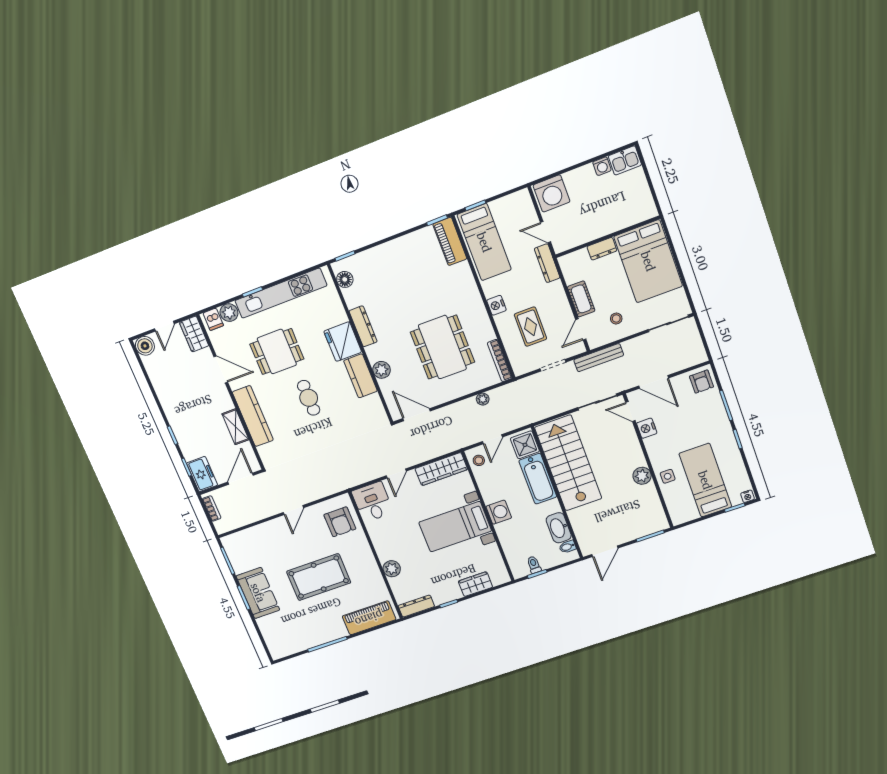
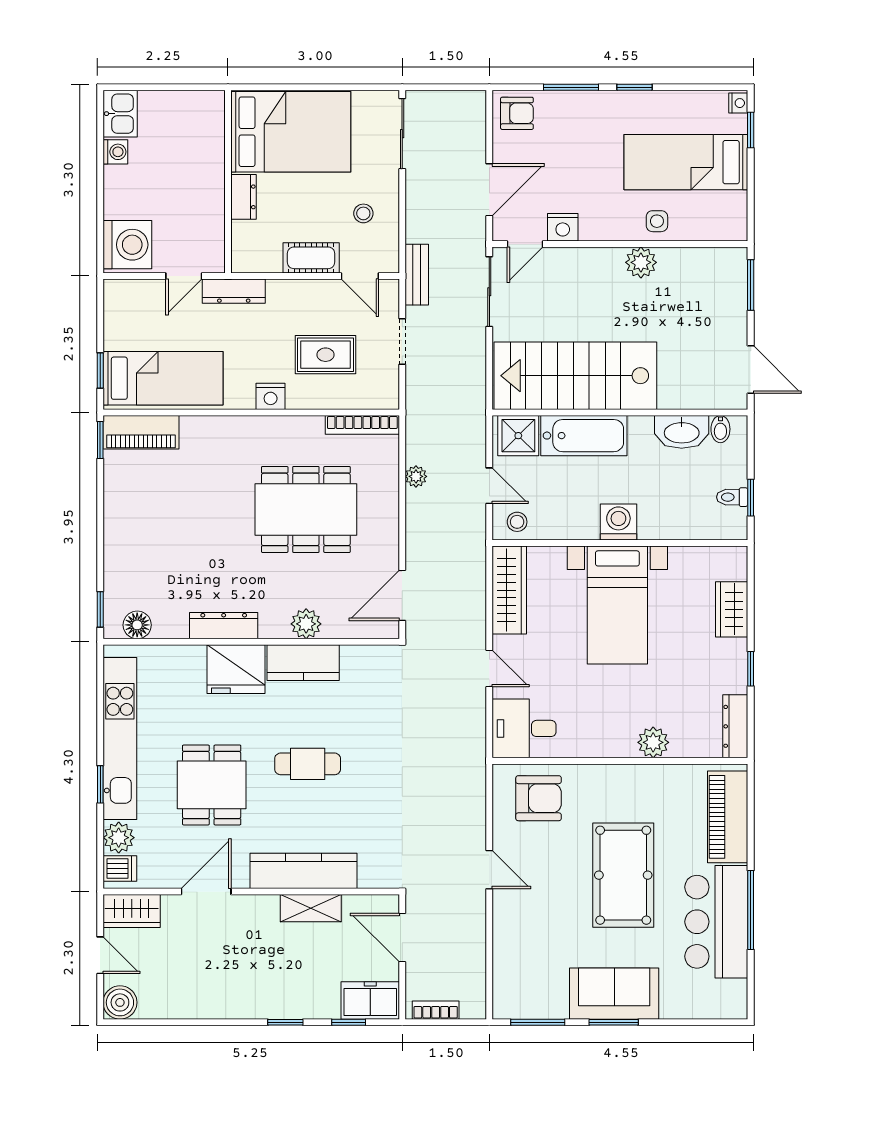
bench: (599, 358) -> (417, 275), width x0.73
bar counter: (315, 630) -> (716, 922), added

